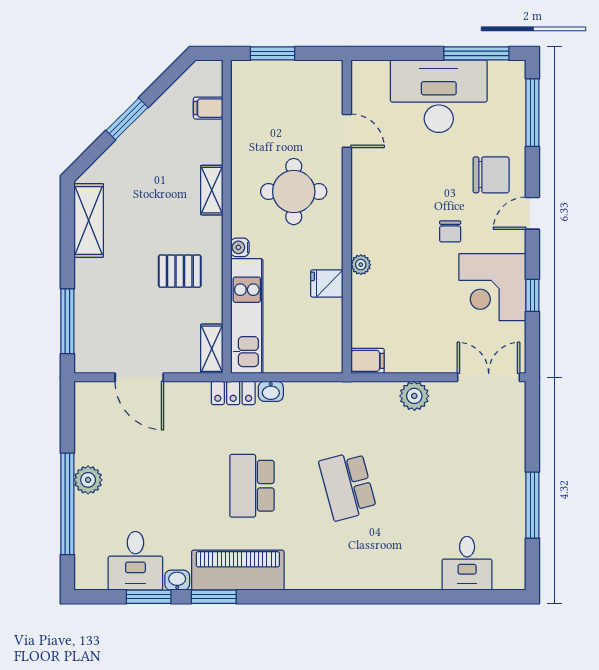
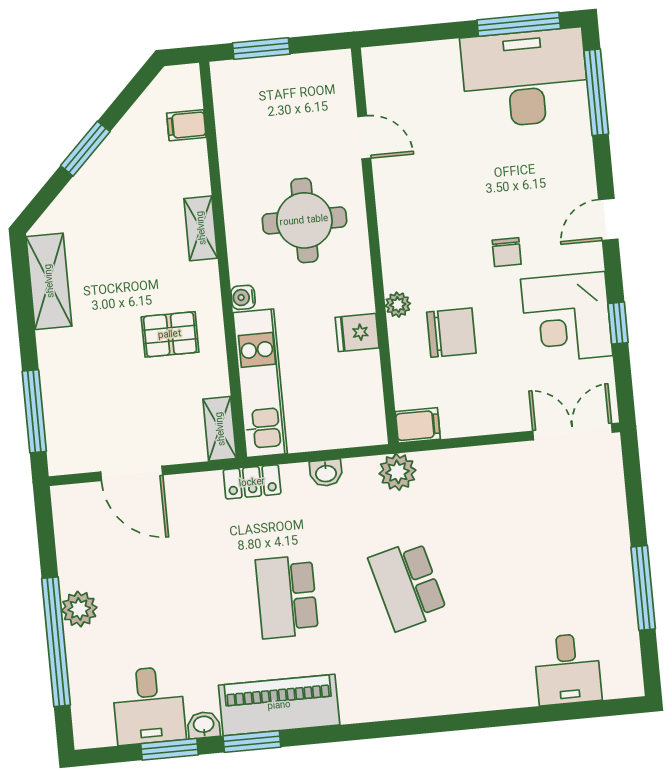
desk: (439, 96) -> (525, 78), moved
chair: (491, 175) -> (451, 333), moved
washbasin: (271, 391) -> (326, 473), moved
plant: (414, 396) -> (398, 472), moved

